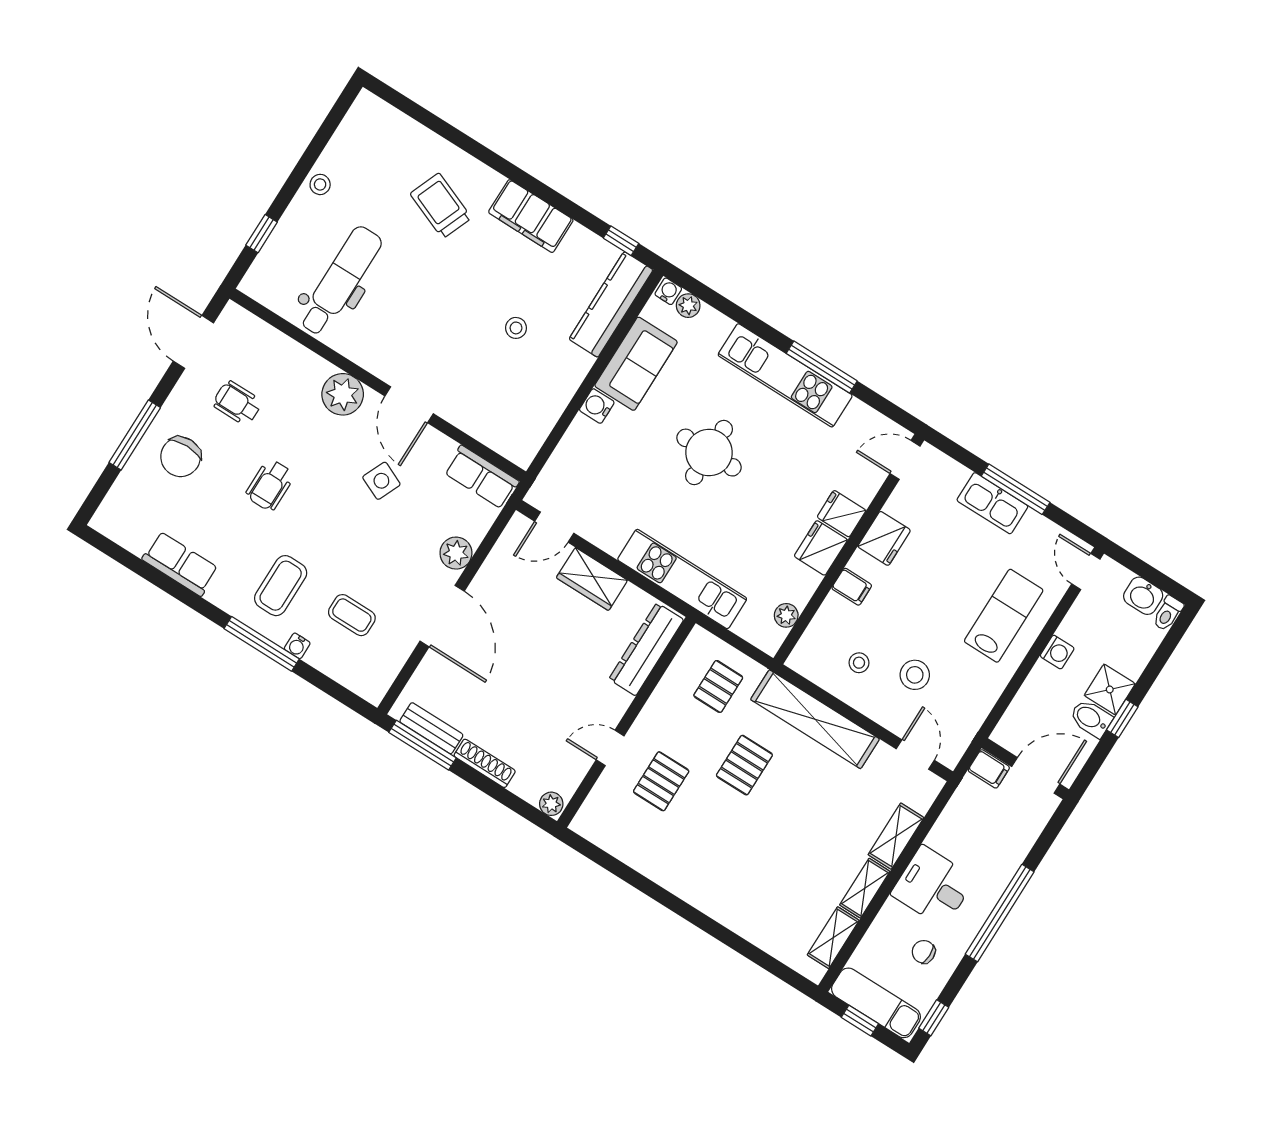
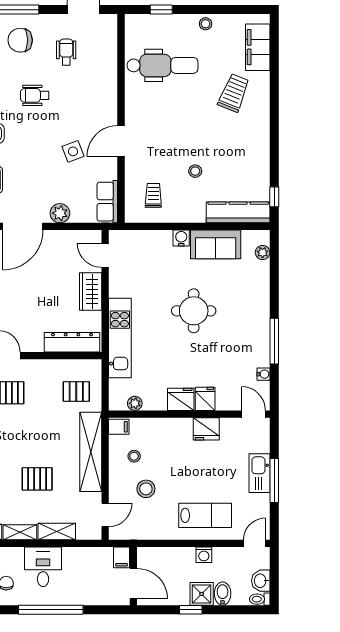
filing cabinet: (531, 216) -> (258, 47), moved
water cooler: (668, 291) -> (263, 374), moved
kitchen unit: (785, 375) -> (258, 325), removed
plant: (343, 394) -> (105, 103), removed
trolley: (513, 408) -> (153, 195), added
side table: (381, 481) -> (73, 151), turned 45
filing cabinet: (852, 587) -> (119, 427), moved, turned -90
bidet: (1091, 718) -> (223, 594), moved
pallet: (744, 765) -> (37, 479), moved

